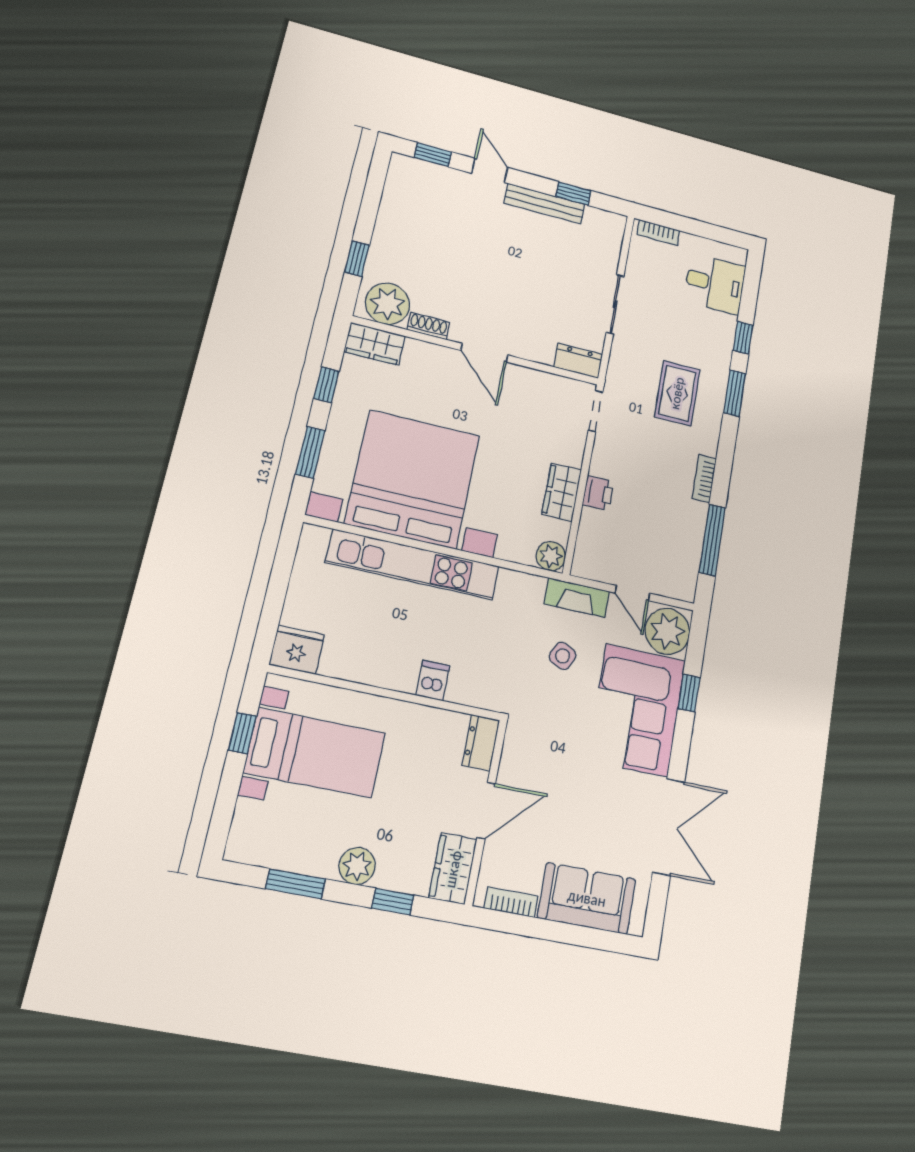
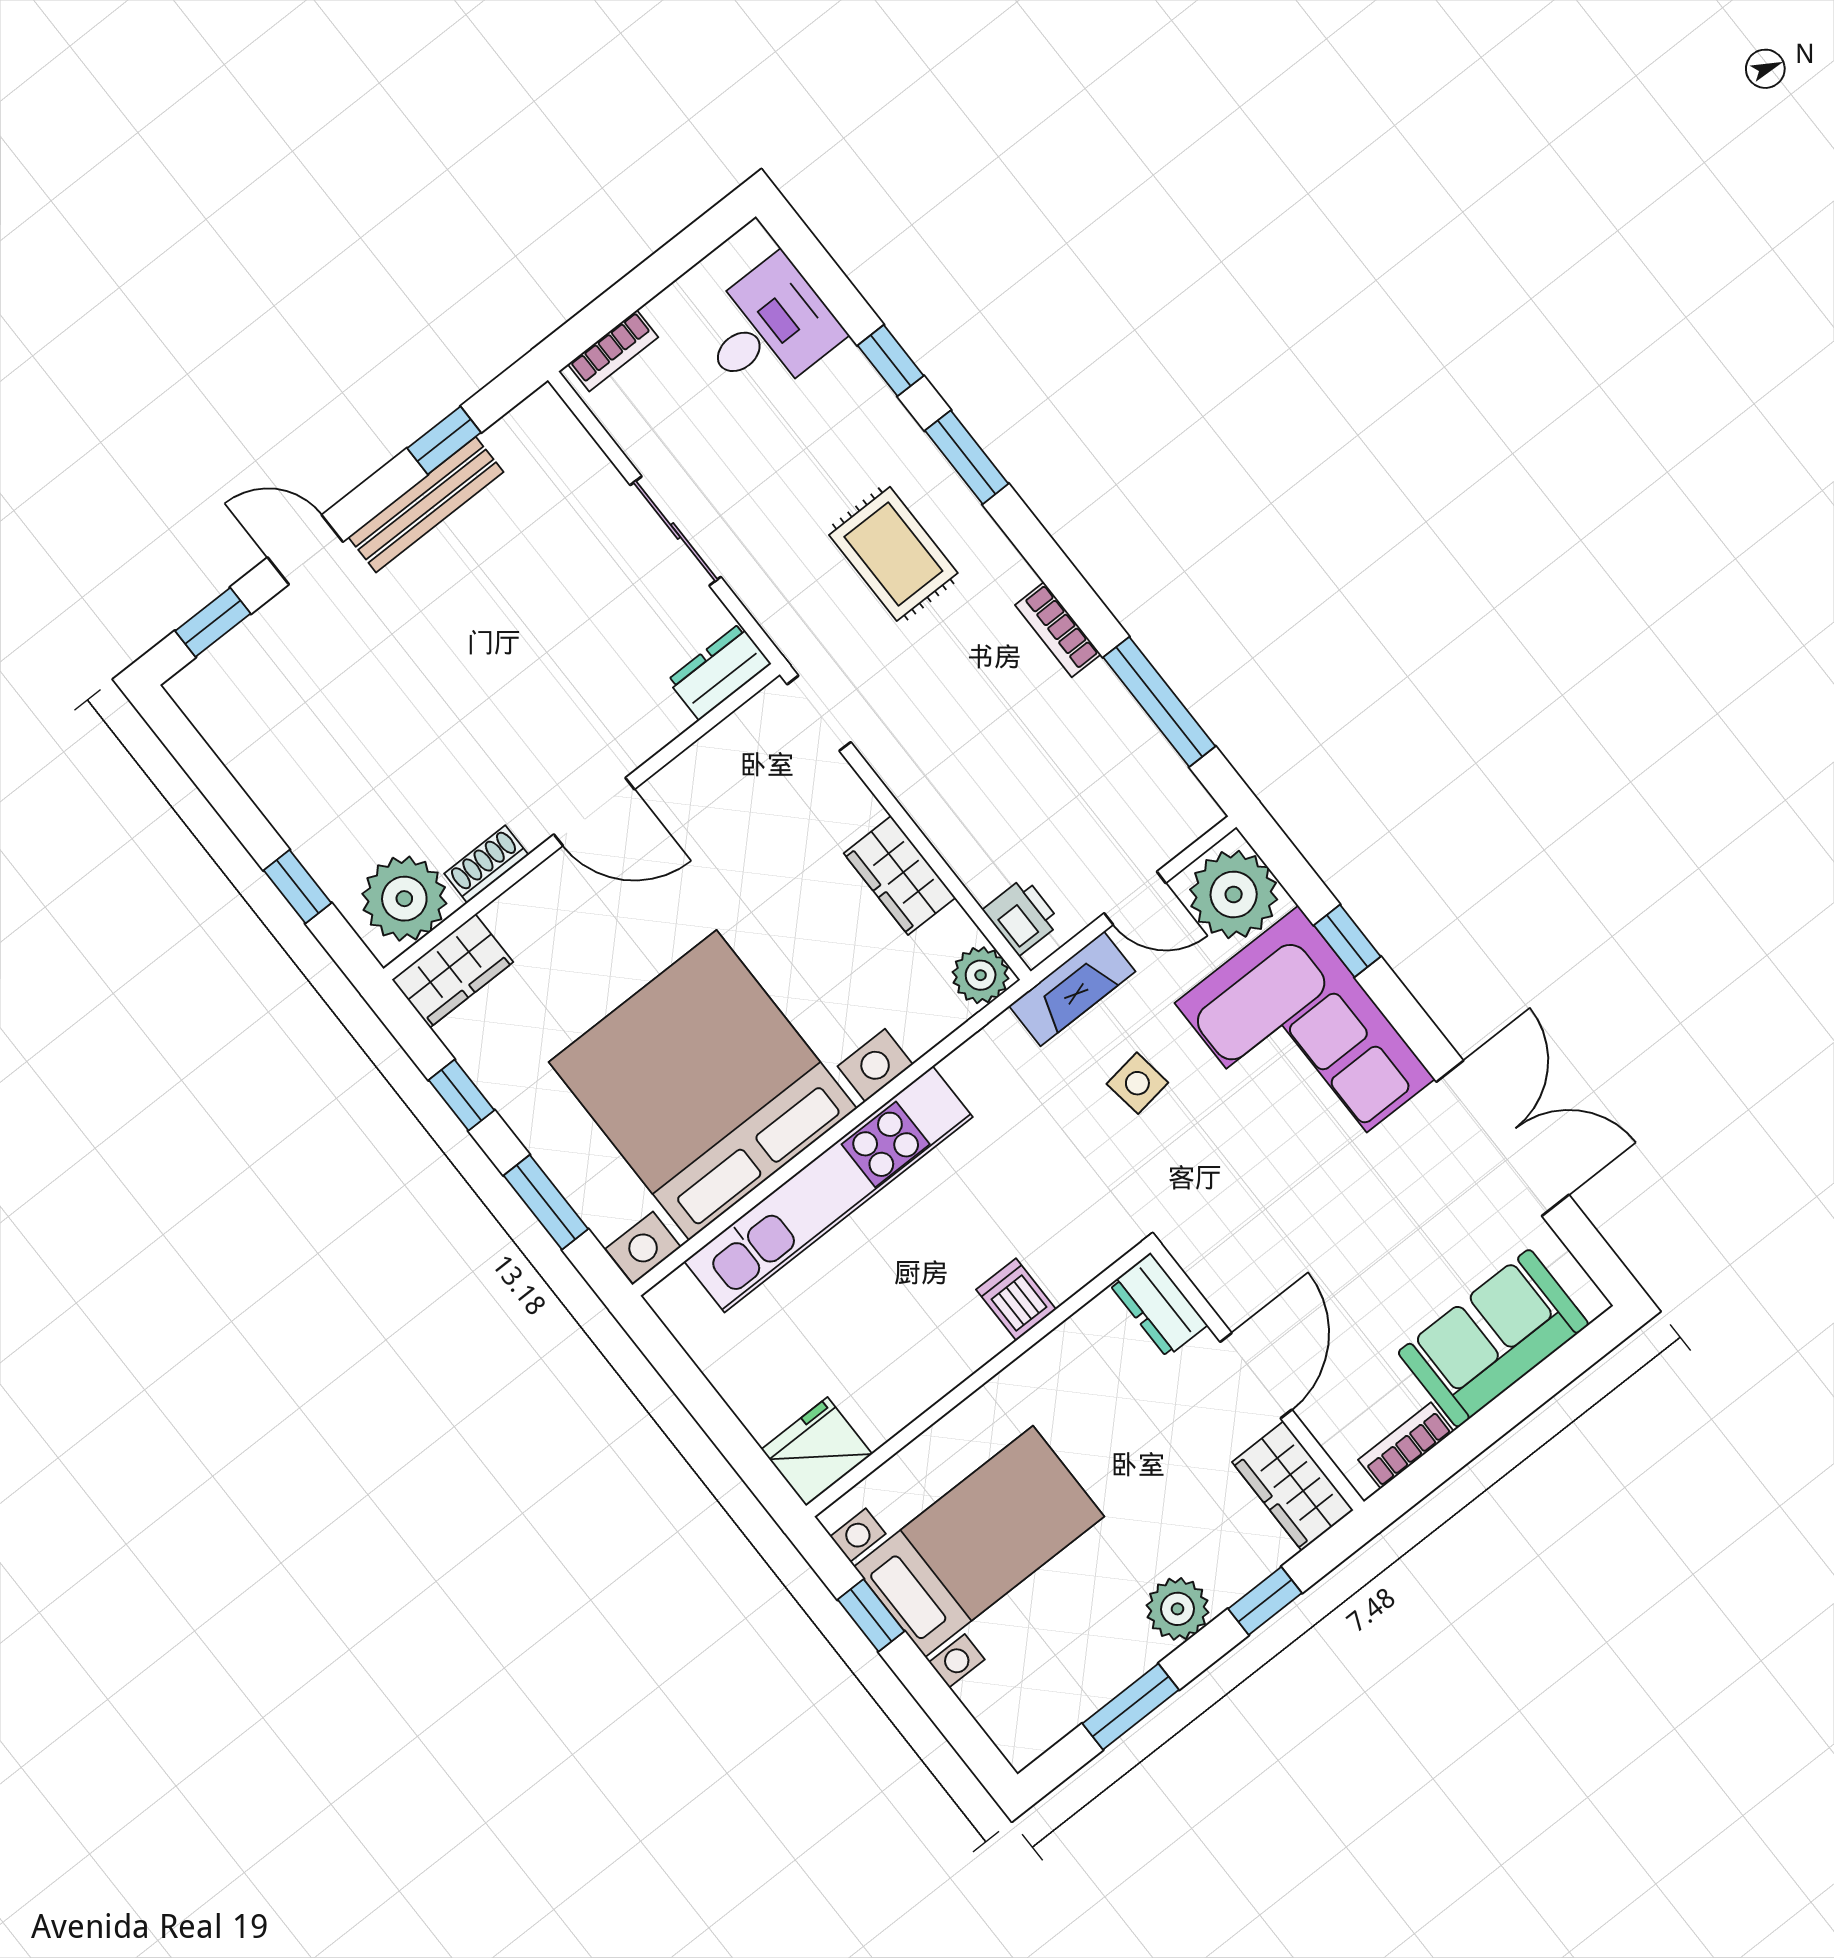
printer: (598, 493) -> (1022, 916), moved
side table: (563, 656) -> (1137, 1083), turned -34

